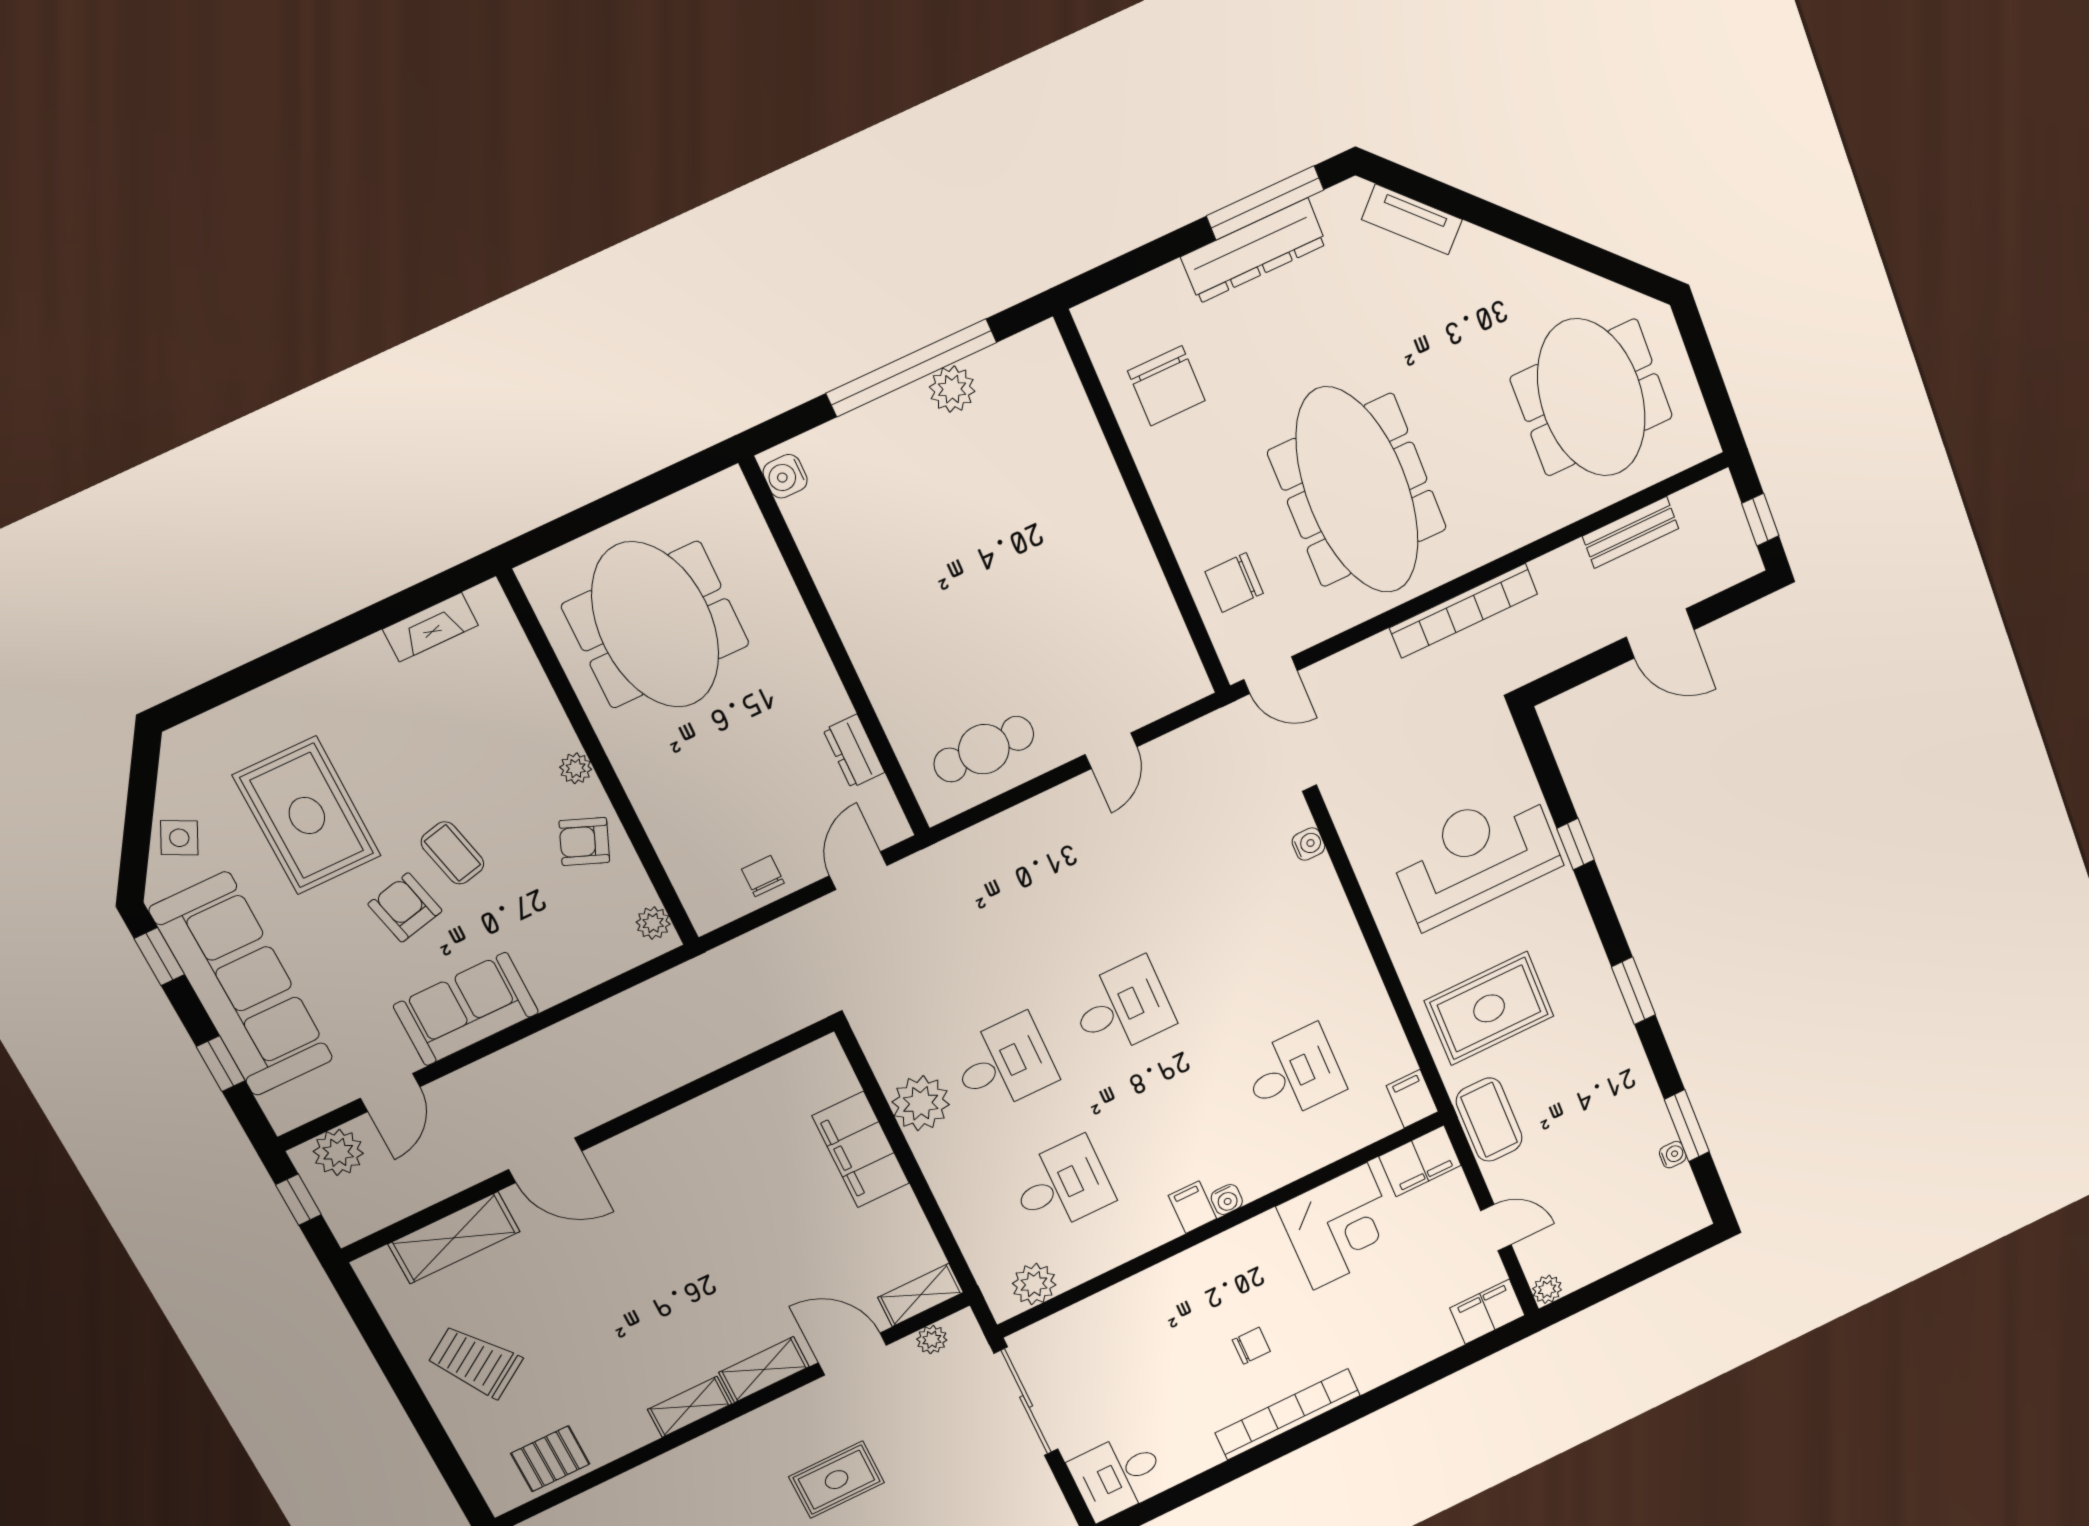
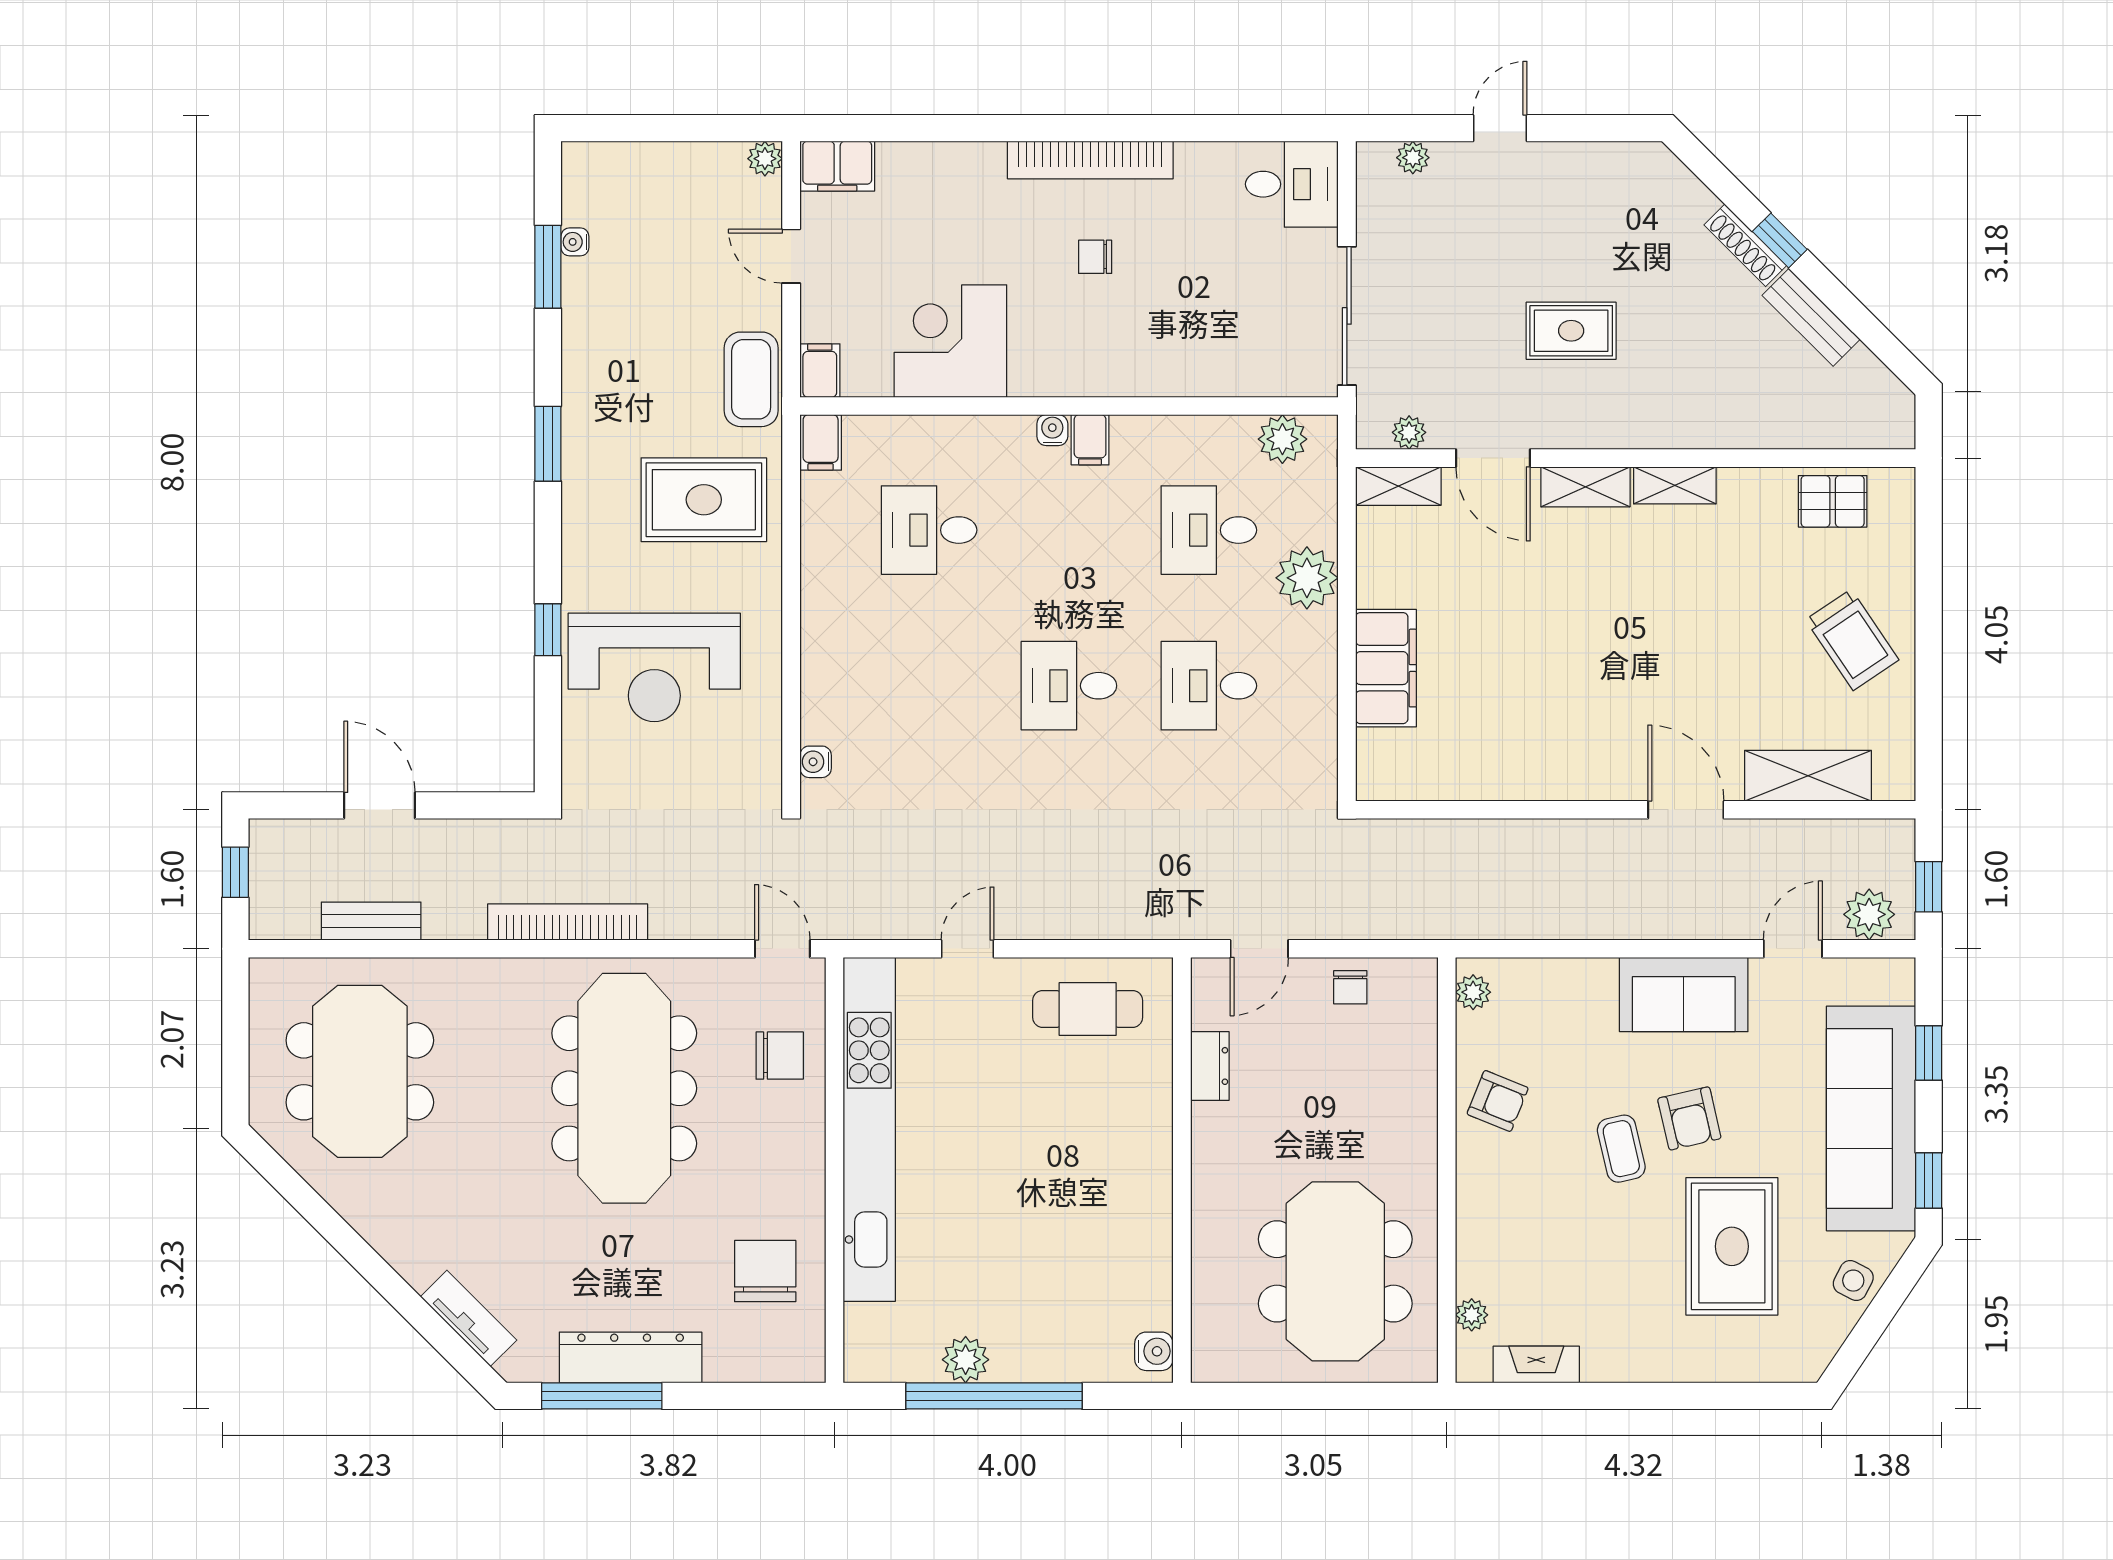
kitchen unit: (1128, 555) -> (869, 1129), added
plant: (576, 768) -> (1472, 1315), moved
plant: (921, 1103) -> (1307, 578), moved
filing cabinet: (1420, 1161) -> (820, 371), width x0.50

